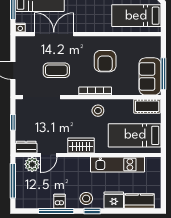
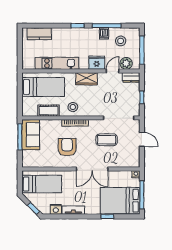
double door: (54, 34) -> (92, 169), moved
cot: (147, 106) -> (49, 111), moved
stool: (86, 198) -> (121, 41), moved
fridge: (114, 200) -> (97, 63), moved, turned 180

